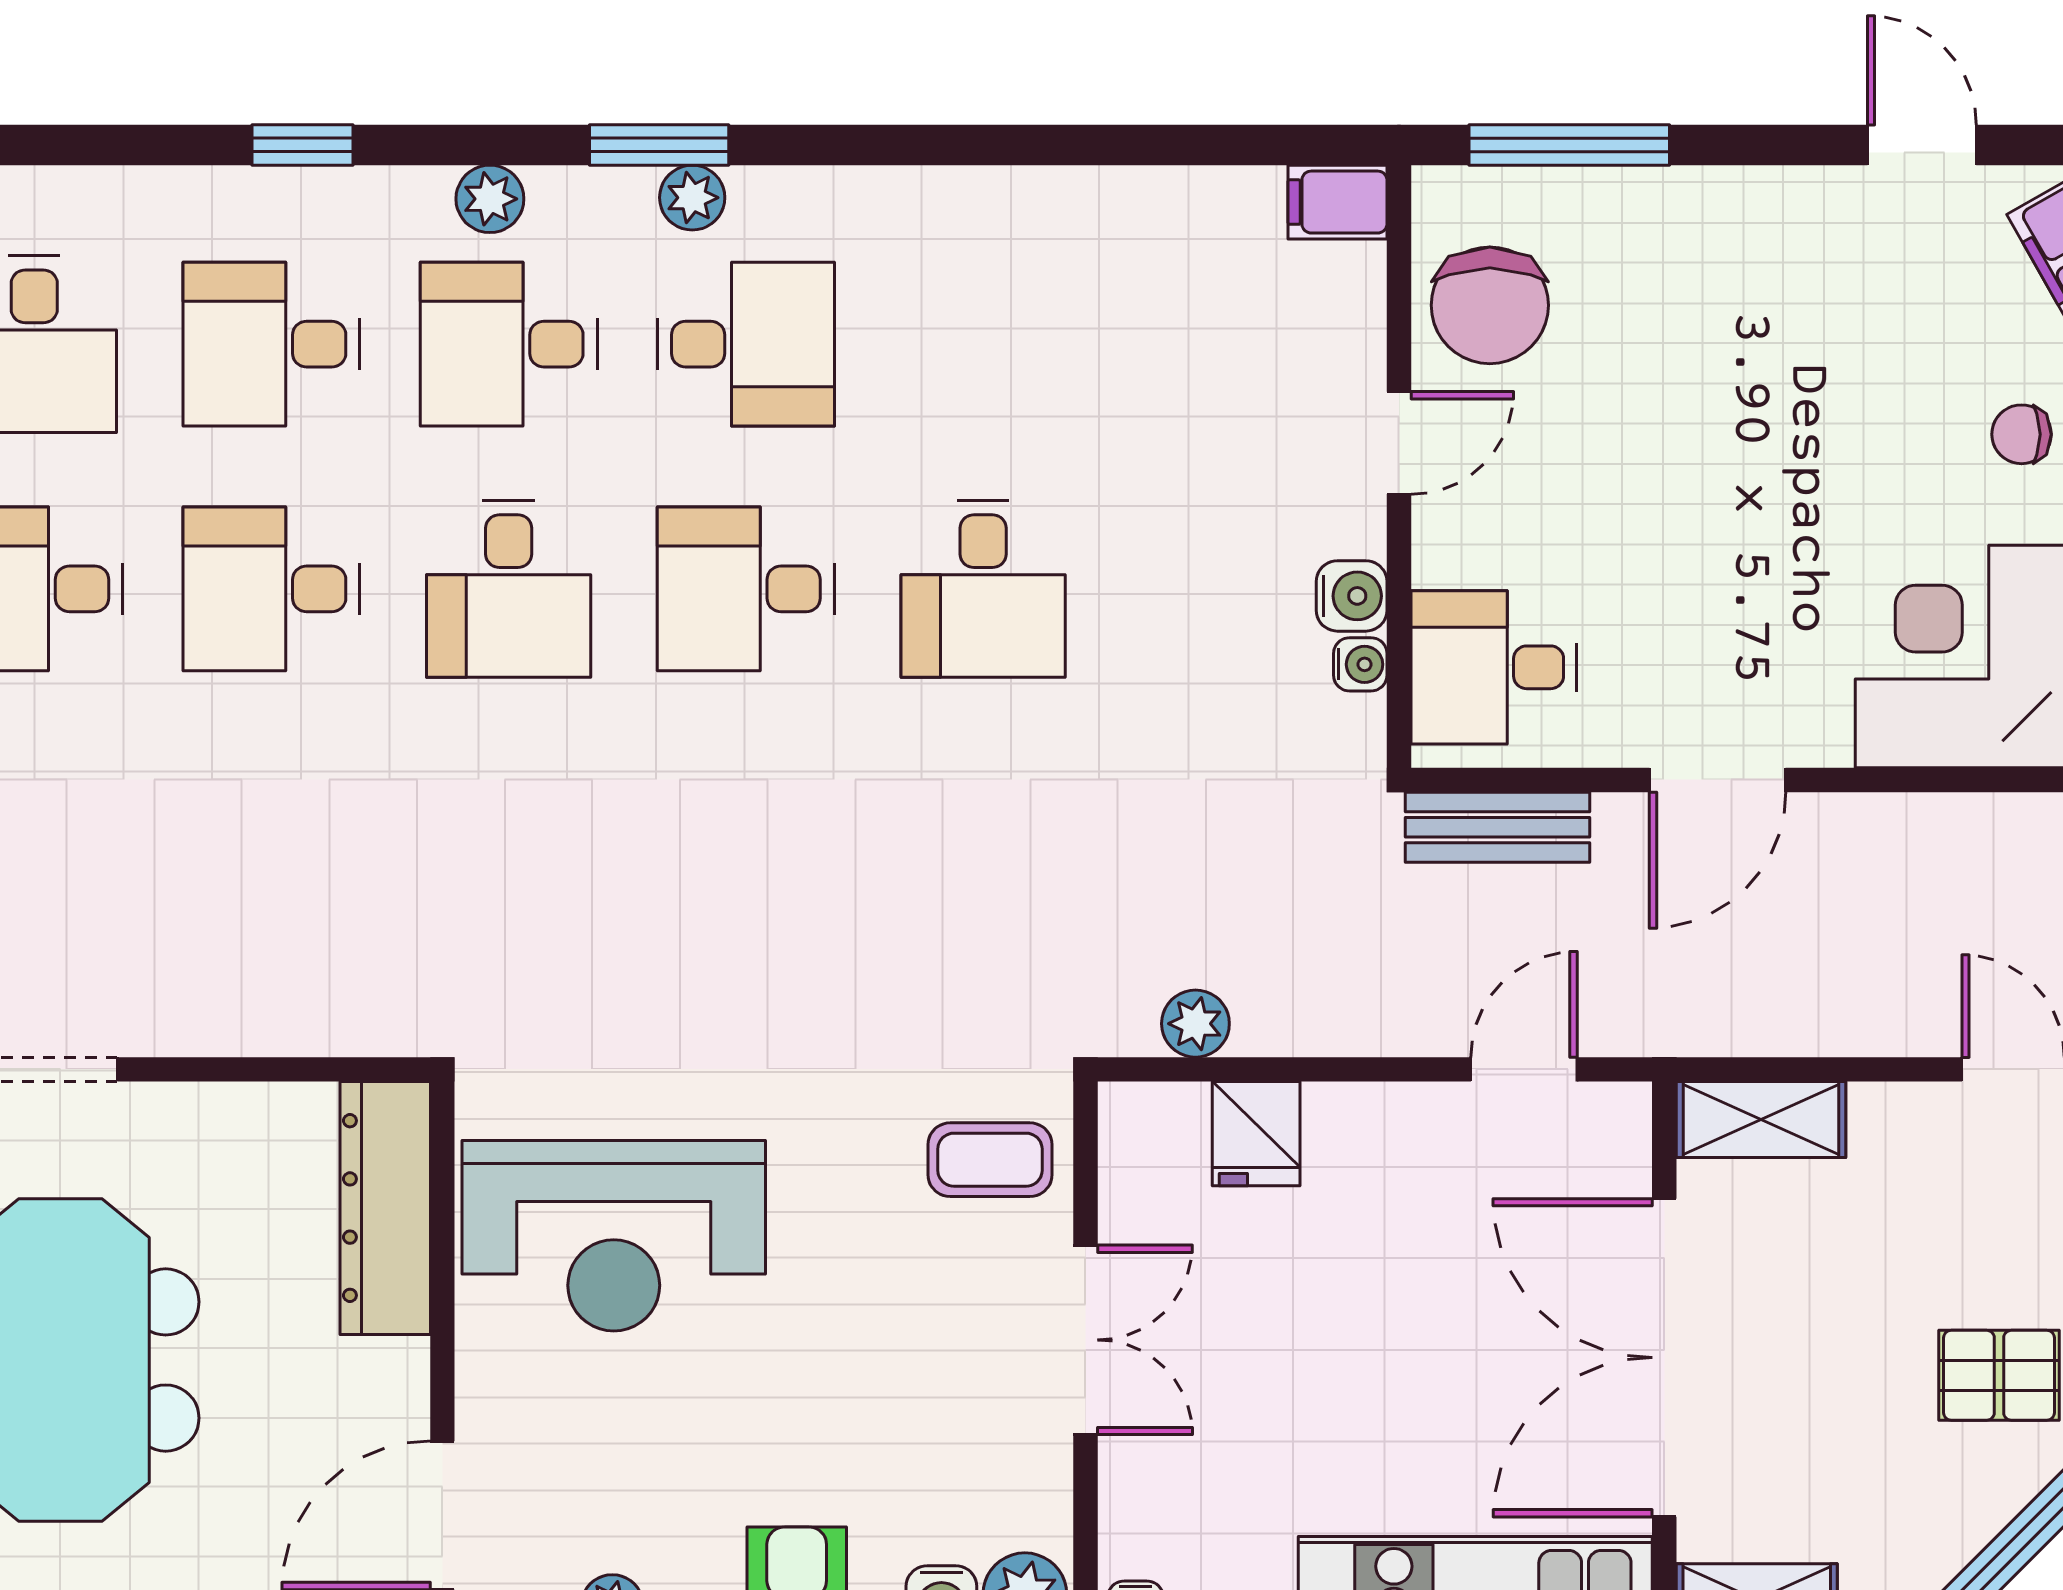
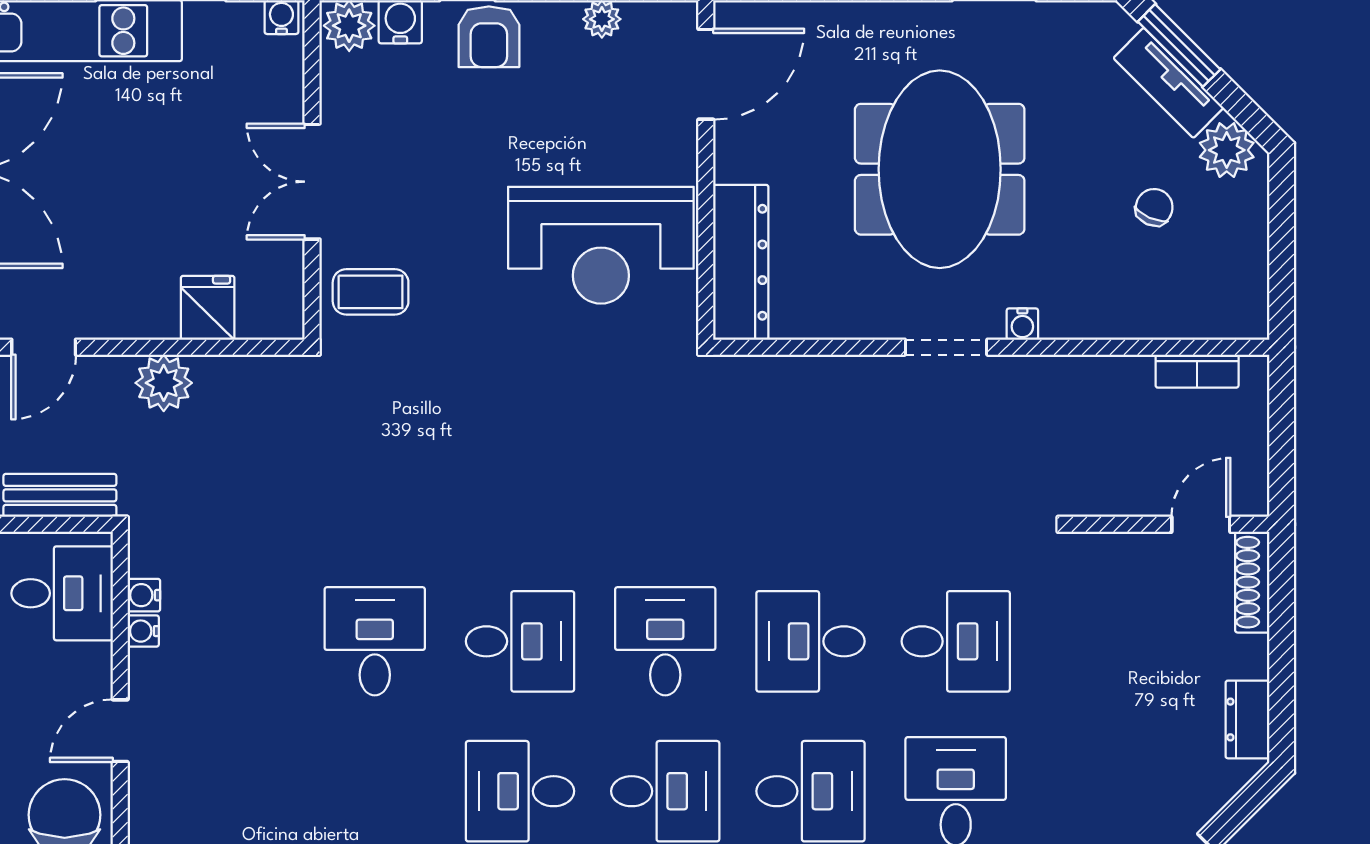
desk: (271, 589) -> (810, 641), turned 180
water cooler: (1352, 596) -> (143, 631), width x0.72, depth x0.72
plant: (1195, 1024) -> (164, 383), moved, width x1.38, depth x1.38
reception desk: (614, 1236) -> (601, 245), turned 180

